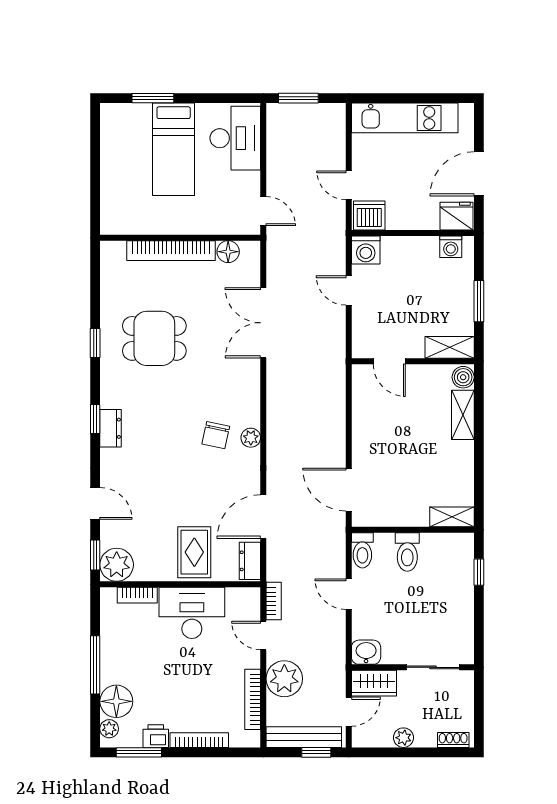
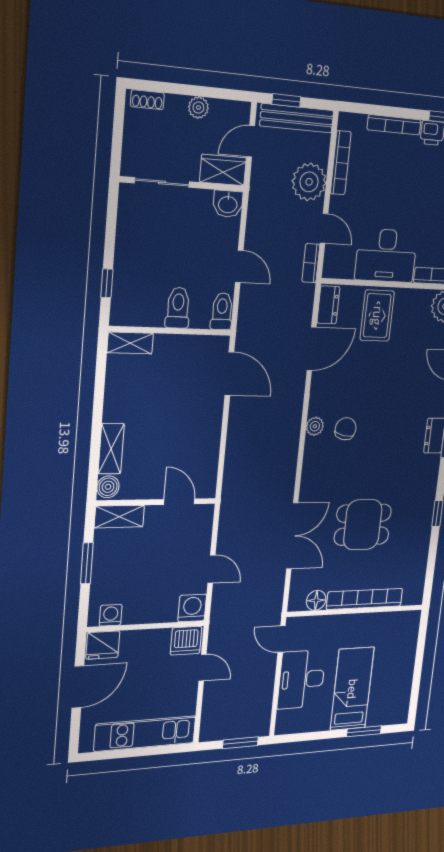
desk: (235, 138) -> (301, 679), moved
dining table: (154, 338) -> (363, 525), moved

